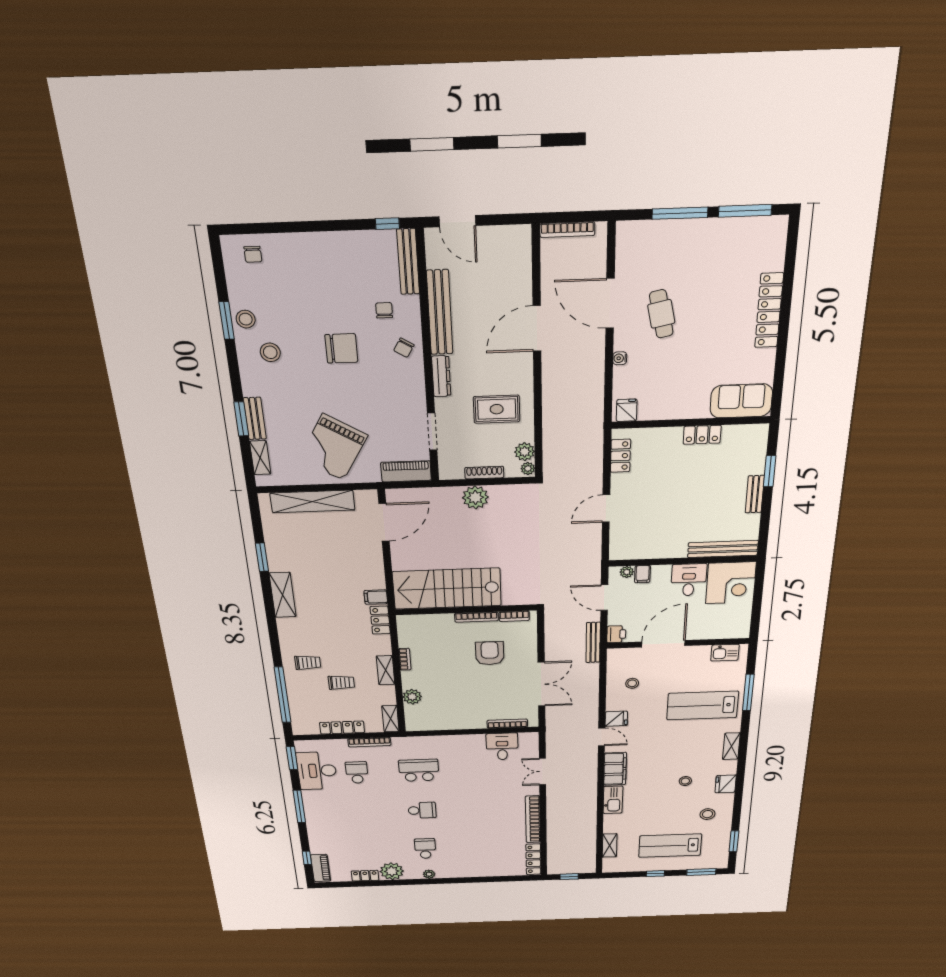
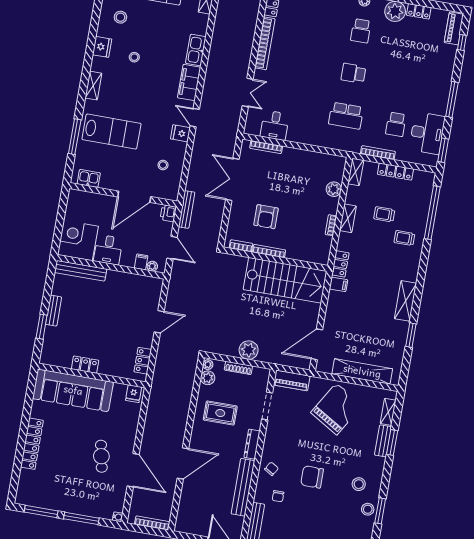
water cooler: (620, 358) -> (118, 517), moved
sofa: (741, 401) -> (73, 390), width x1.85, depth x1.27

